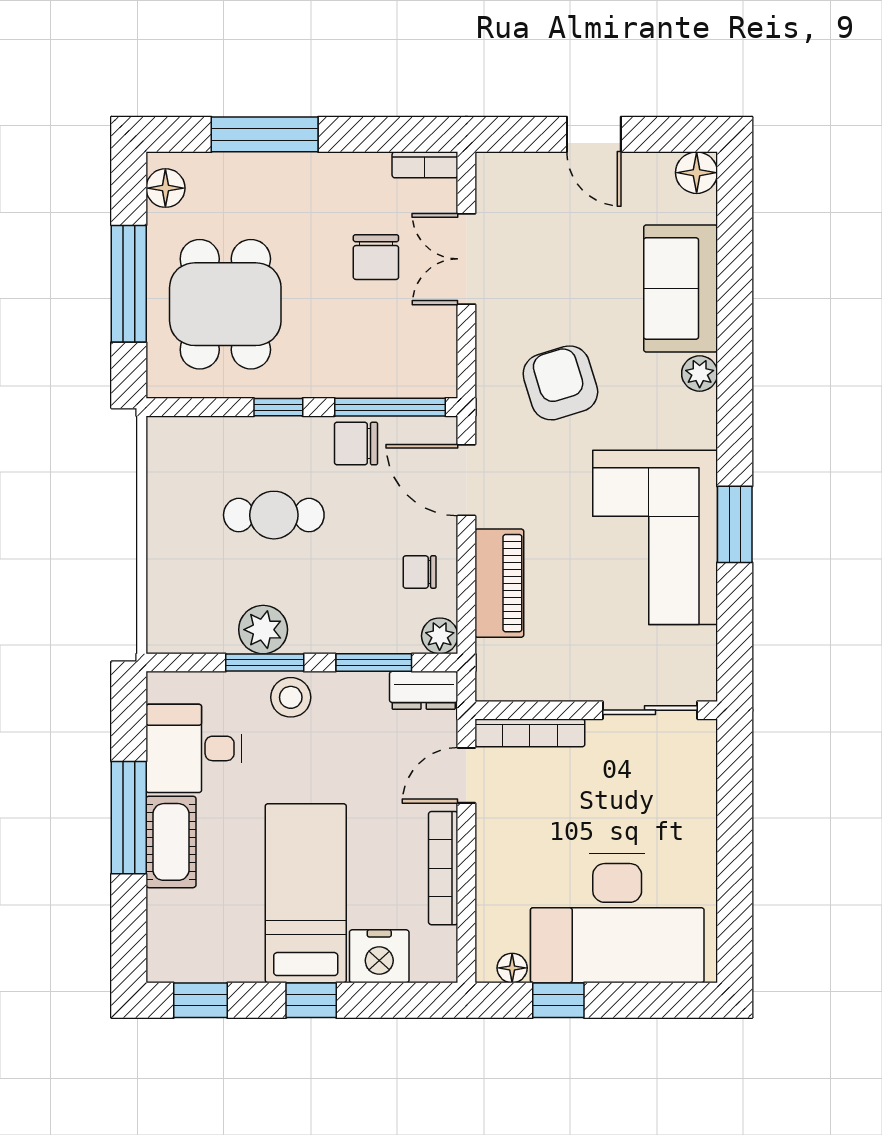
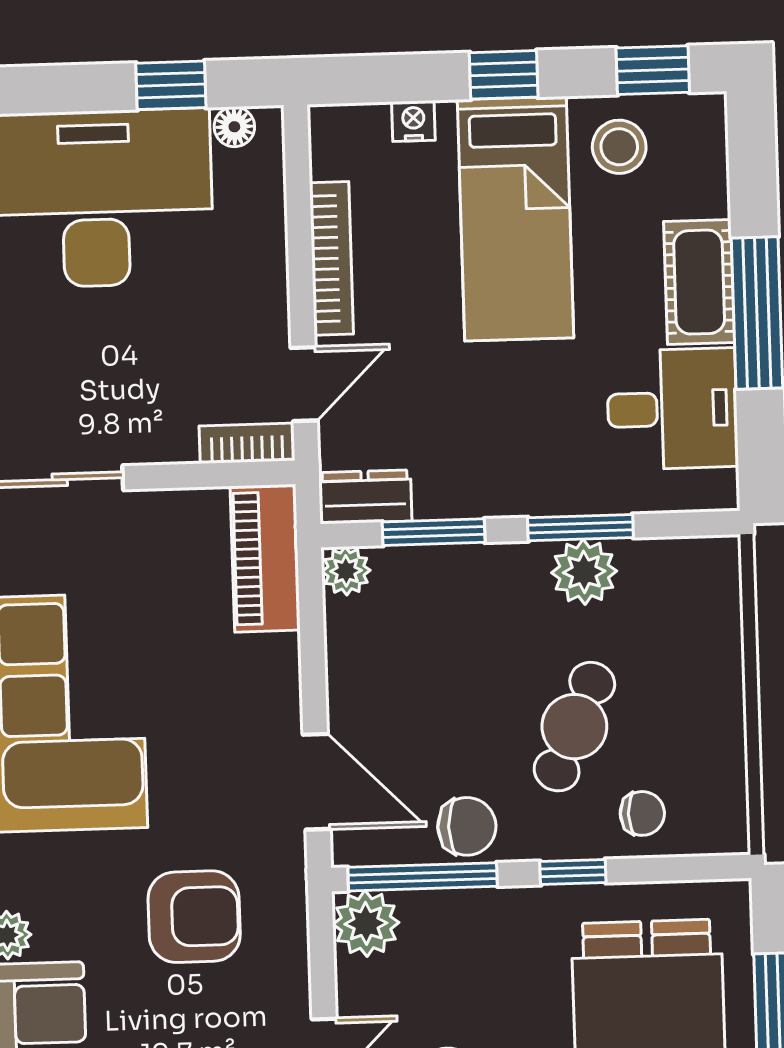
plant: (433, 374) -> (366, 923), added
armchair: (560, 383) -> (194, 917), turned -73
cafe table: (274, 515) -> (574, 727), turned -66
chair: (420, 572) -> (642, 813), moved
piano: (499, 583) -> (265, 558), moved
stool: (291, 697) -> (619, 147), moved
bookcase: (530, 733) -> (247, 443), width x0.64
nightstand: (379, 956) -> (413, 121), width x0.53, depth x0.56

